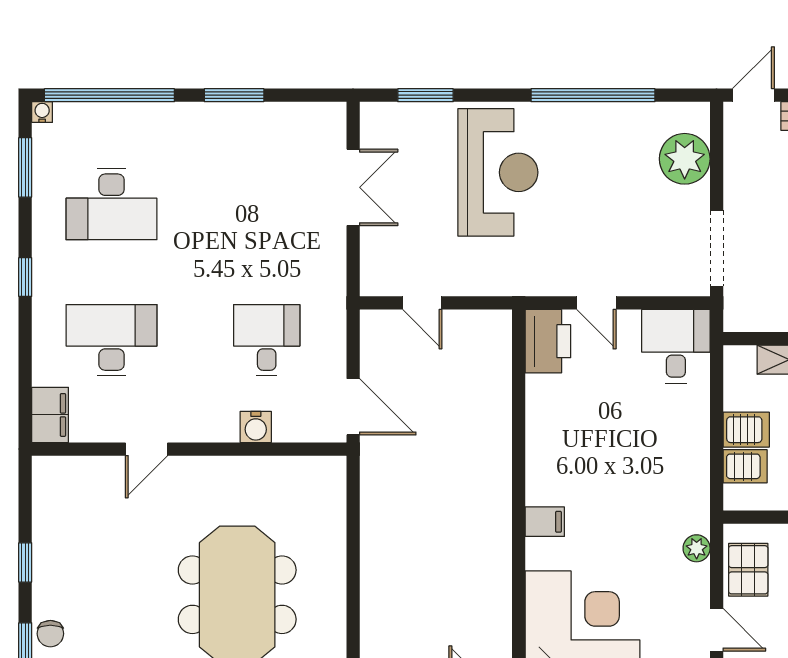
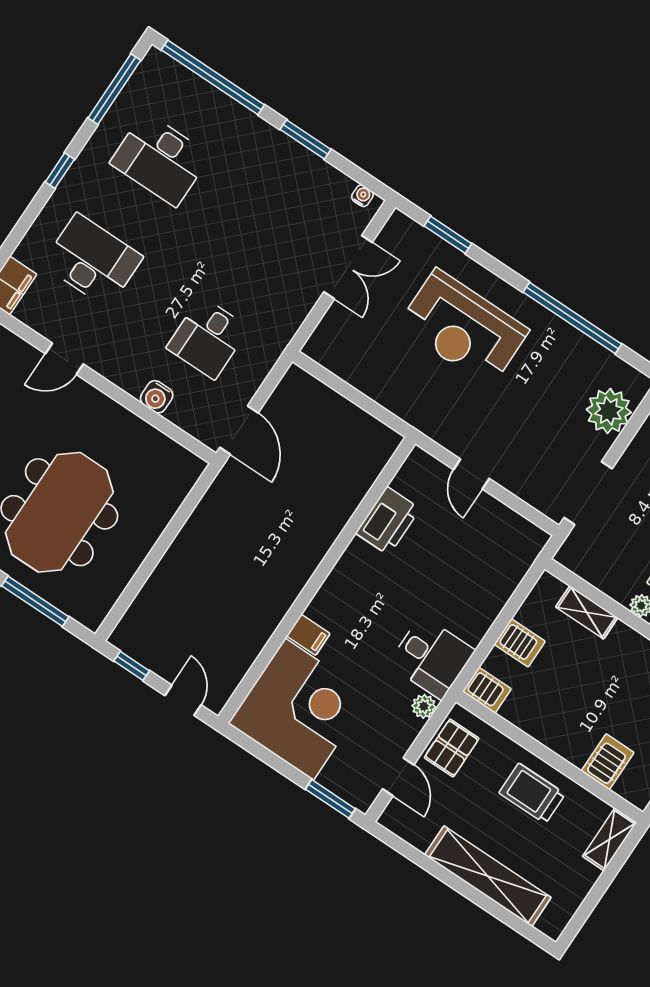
water cooler: (42, 112) -> (362, 196), moved
window: (25, 167) -> (114, 89), width x1.44
reception desk: (498, 172) -> (463, 328), turned 90
door: (422, 303) -> (342, 388), removed
desk: (267, 340) -> (208, 338), turned 180
printer: (548, 341) -> (388, 521), moved
desk: (676, 346) -> (432, 657), moved, turned 90
server rack: (745, 466) -> (487, 690), moved
filing cabinet: (545, 522) -> (308, 635), moved

